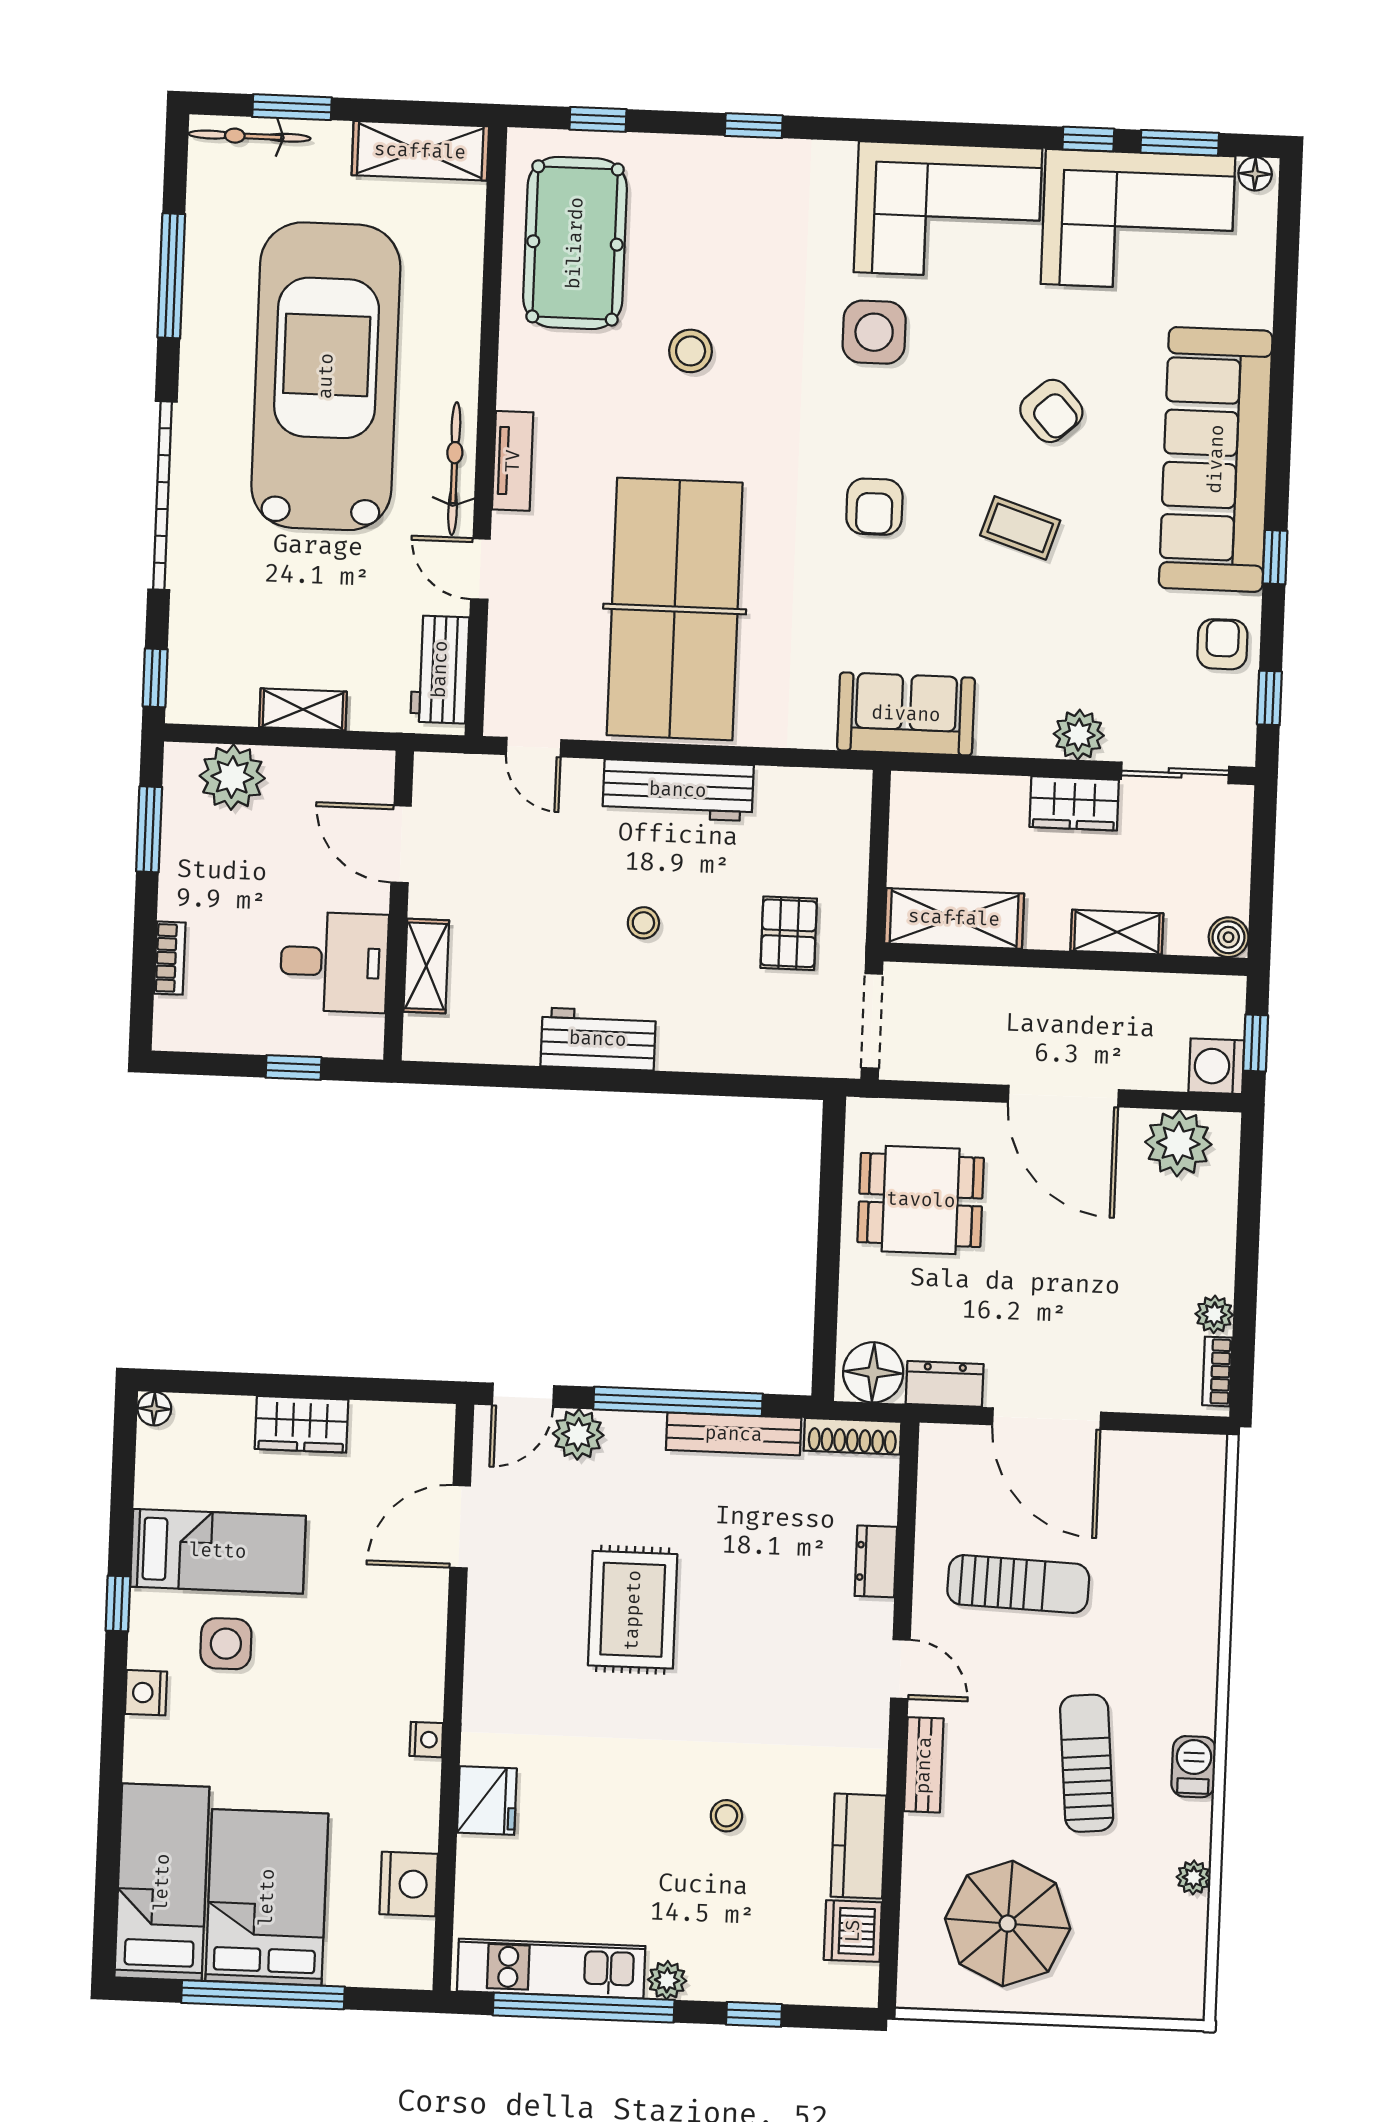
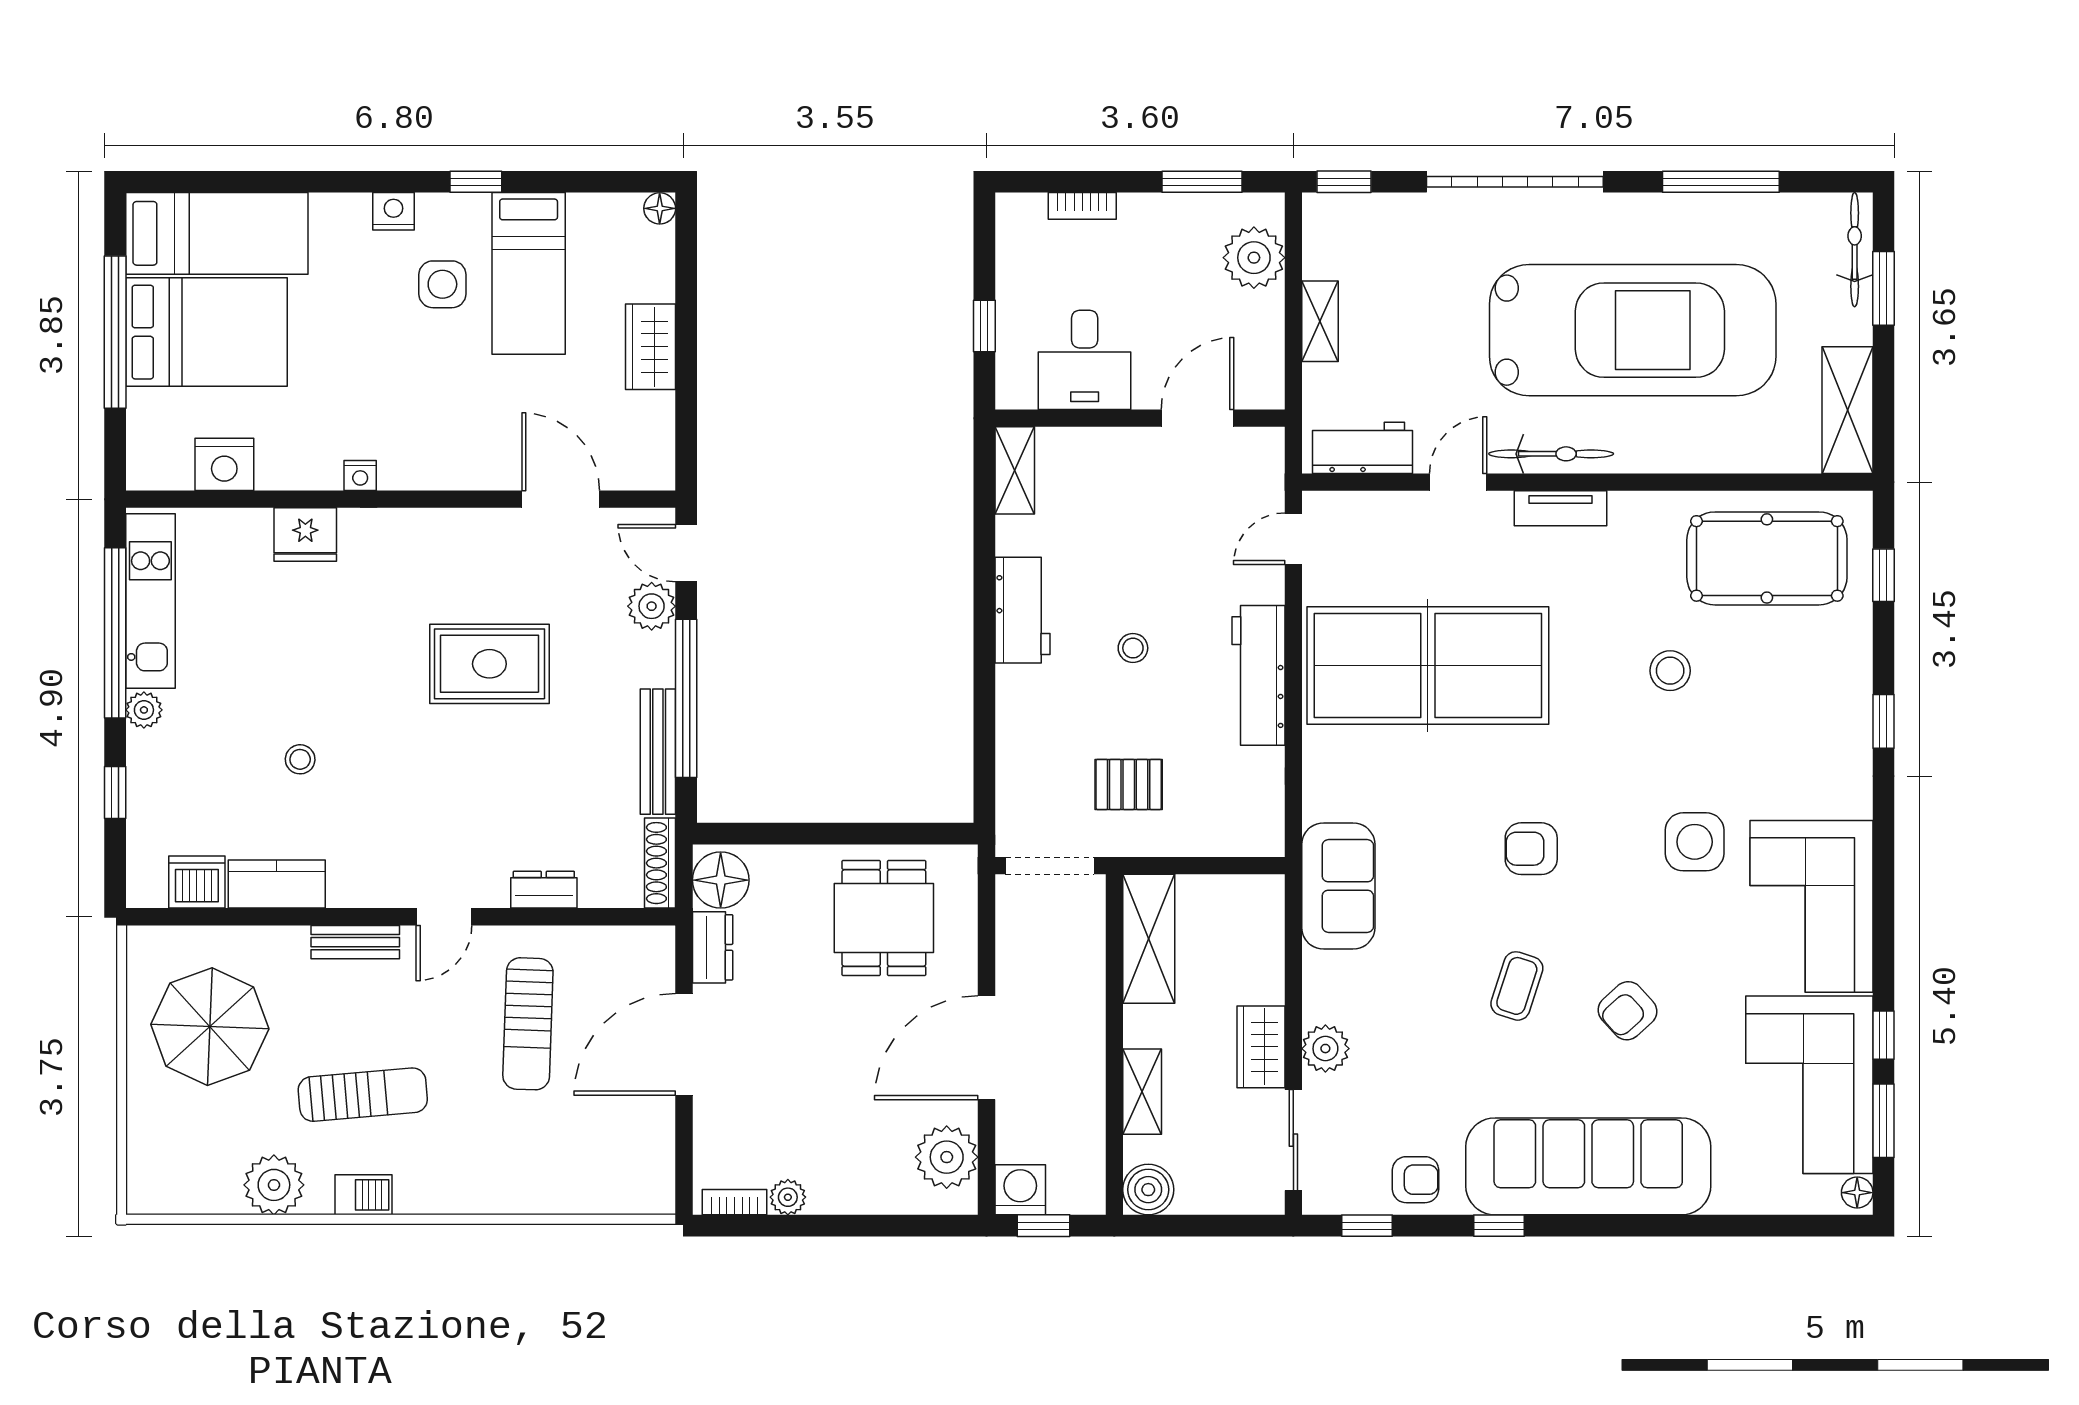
boiler: (1229, 937) -> (1148, 1190), width x1.36, depth x1.36
shelving: (426, 966) -> (1015, 470), moved, turned 90
plant: (1194, 1877) -> (274, 1185), width x1.87, depth x1.87

